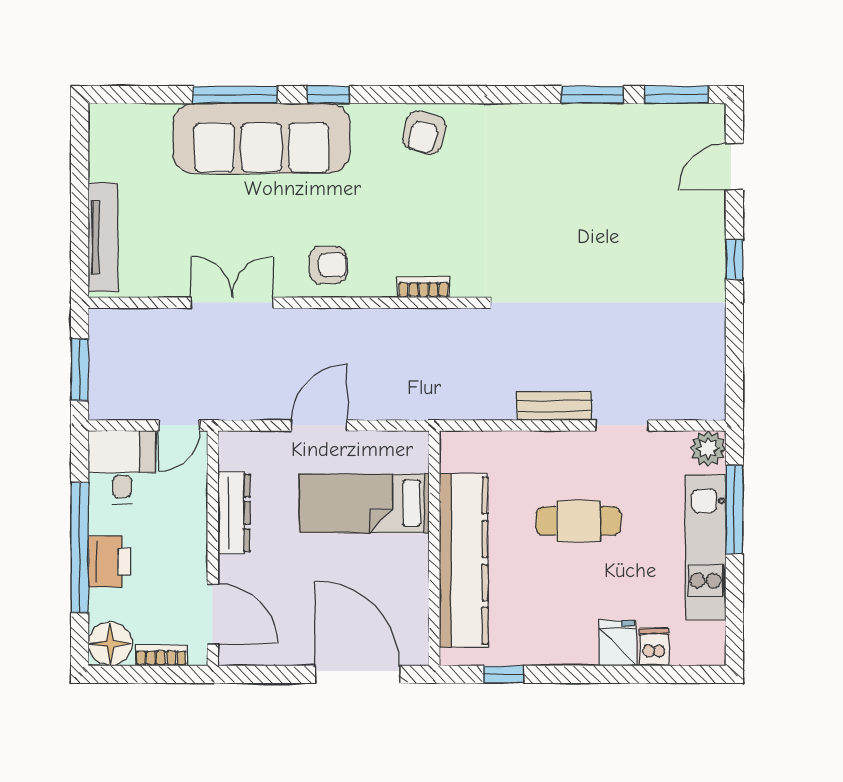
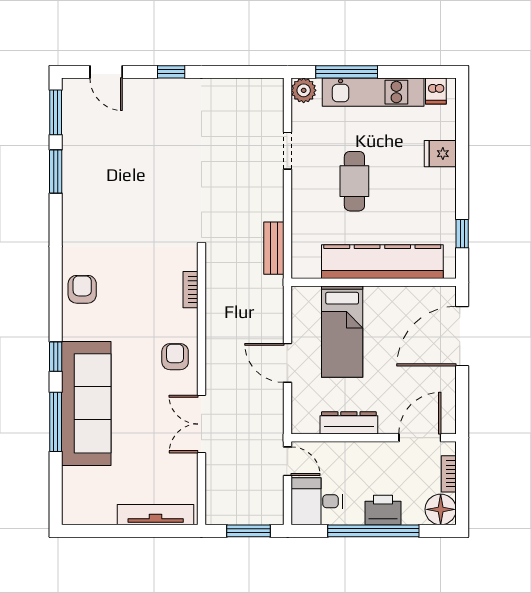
armchair: (424, 133) -> (82, 289), turned -105
bench: (554, 406) -> (274, 248), moved
dishwasher: (654, 647) -> (436, 91), moved, turned -90

